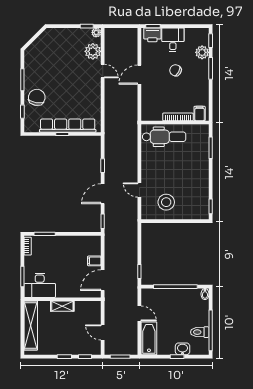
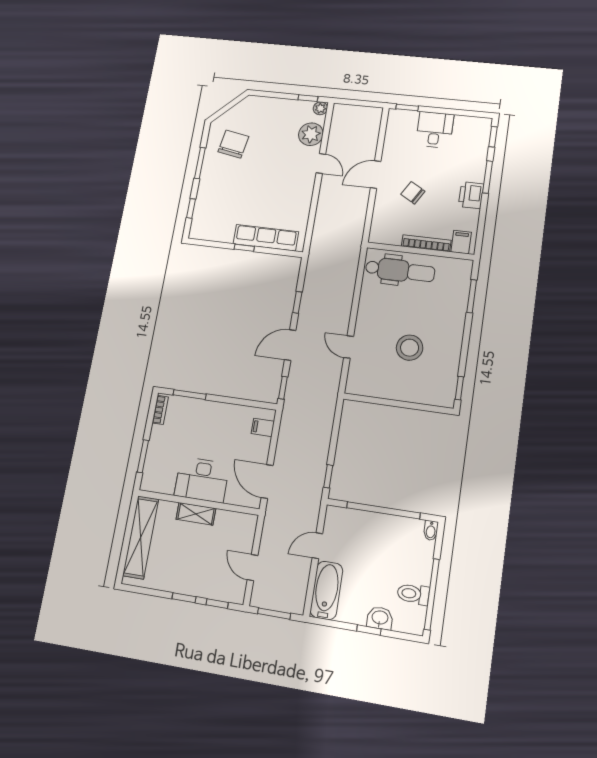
printer: (152, 35) -> (471, 195), moved, turned 90
plant: (202, 52) -> (477, 152), removed
chair: (176, 70) -> (413, 193), moved
chair: (37, 97) -> (233, 144), moved
row of seats: (68, 126) -> (266, 238), width x0.73
stool: (166, 202) -> (410, 348), moved
filing cabinet: (94, 261) -> (263, 427), moved
door: (103, 280) -> (267, 482), hinge flipped
desk: (40, 285) -> (202, 480), moved
door: (139, 313) -> (317, 546), swing flipped

